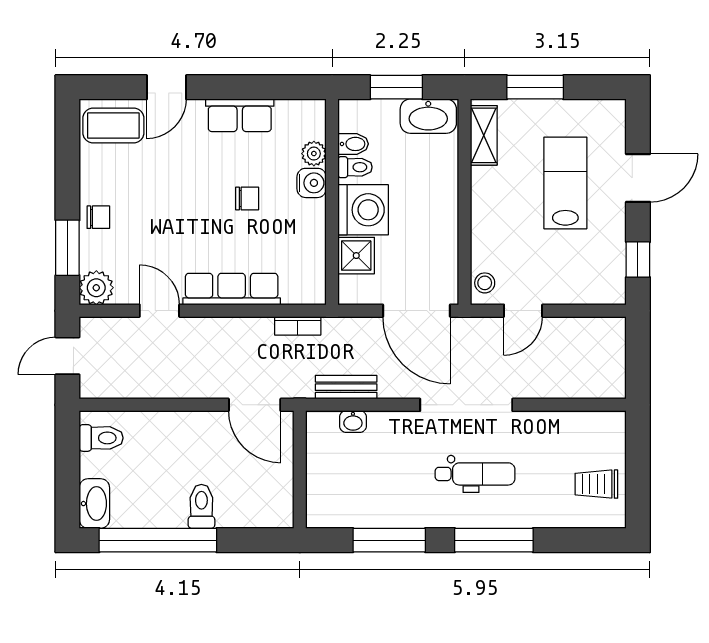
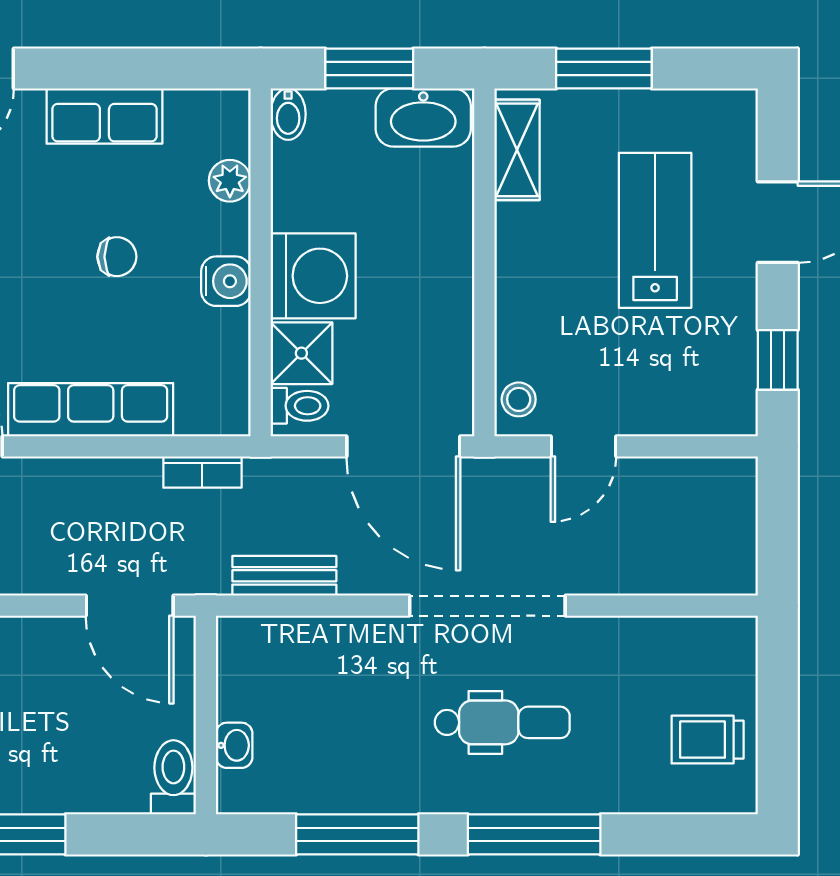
bidet: (353, 144) -> (288, 114), moved, turned 90
toilet: (355, 167) -> (300, 406), moved
water cooler: (312, 183) -> (226, 281), moved
washbasin: (353, 422) -> (234, 745), moved, turned -90
toilet: (201, 506) -> (173, 777), moved

